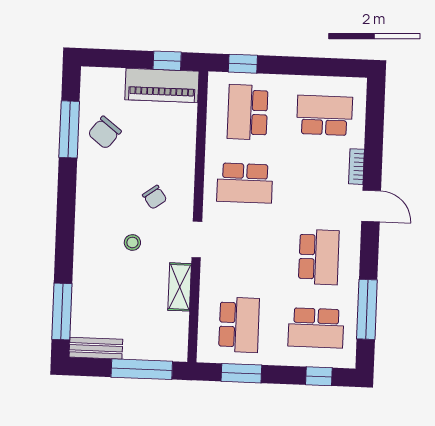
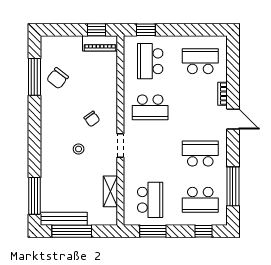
piano: (162, 85) -> (100, 43), width x0.73, depth x0.75
school desk: (319, 257) -> (200, 154), turned -90
shelving: (180, 287) -> (110, 191), moved
bench: (96, 348) -> (64, 219), width x1.36
window: (142, 369) -> (72, 231), moved

